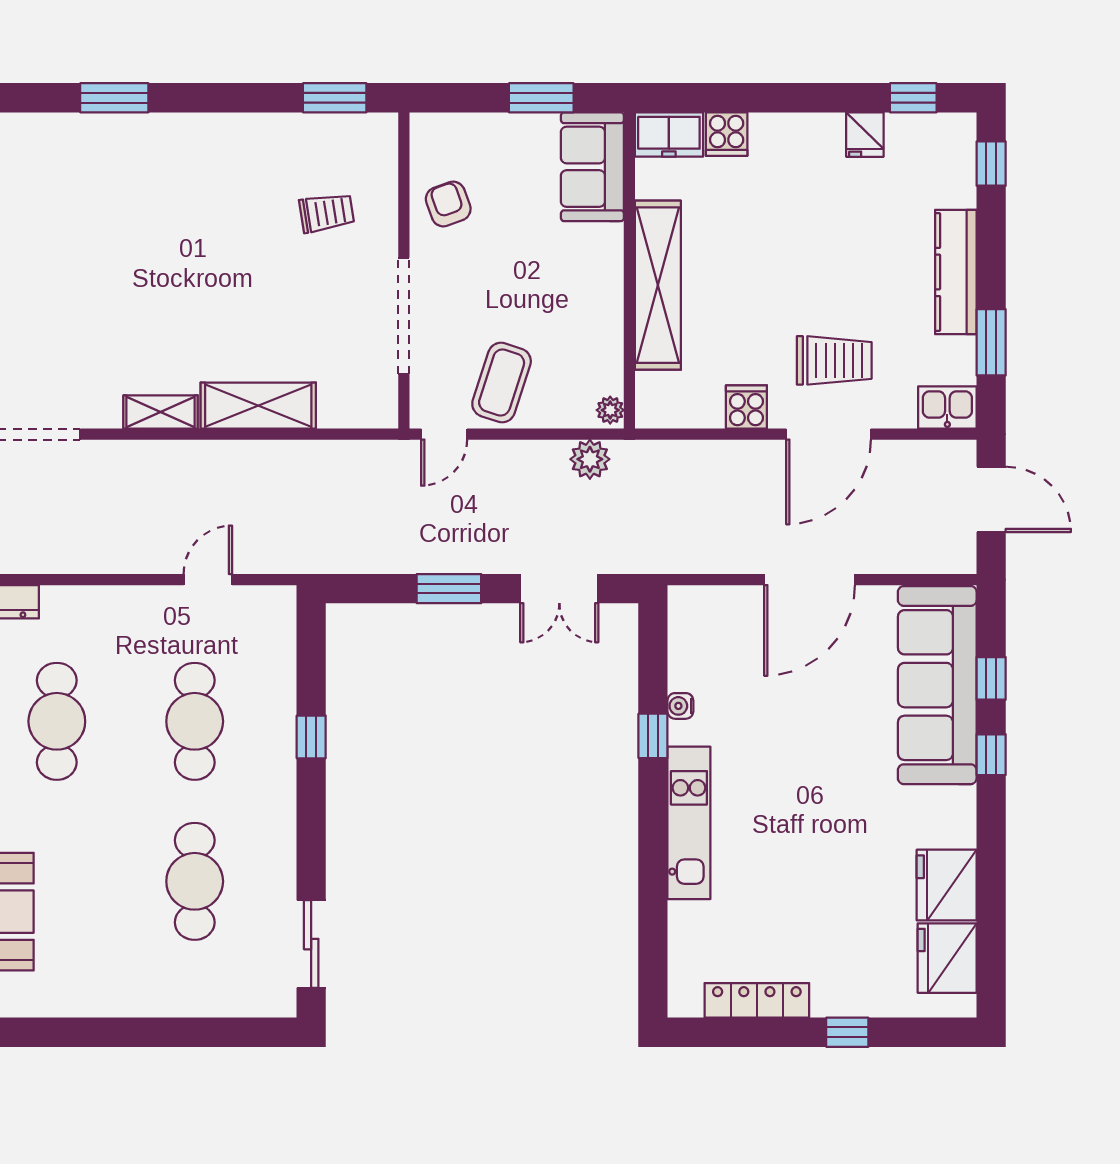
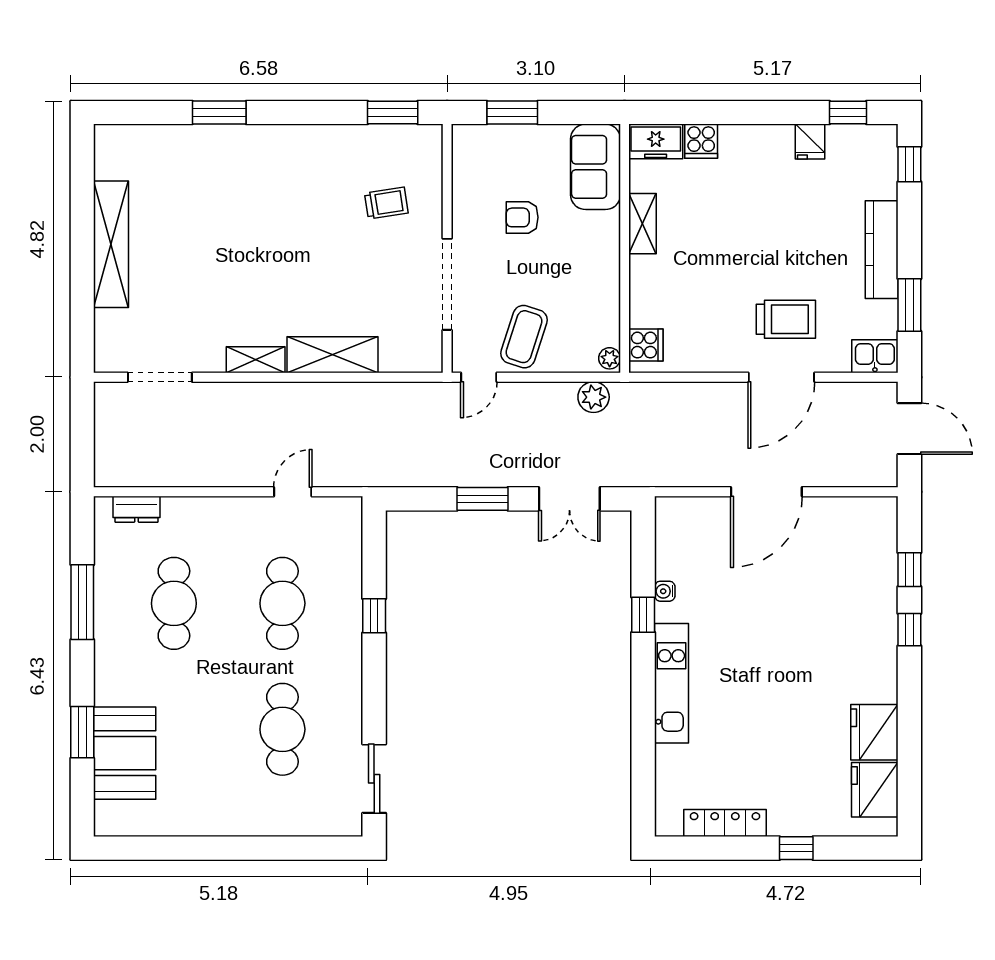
window: (541, 98) -> (512, 113), moved
armchair: (448, 204) -> (522, 217), moved, turned -70
shelving: (658, 285) -> (642, 224), width x0.45, depth x0.75
cooker: (746, 407) -> (646, 345), moved, turned 90
sofa: (937, 685) -> (867, 575), removed

